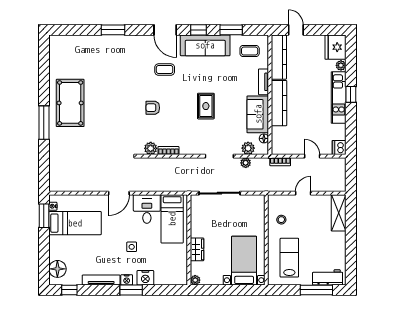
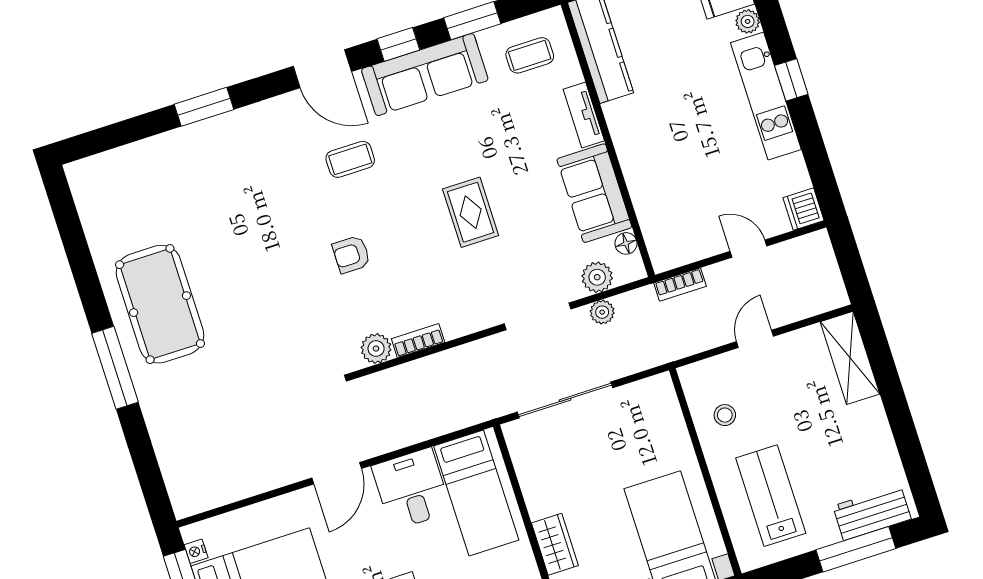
kitchen counter: (279, 103) -> (635, 152), removed

